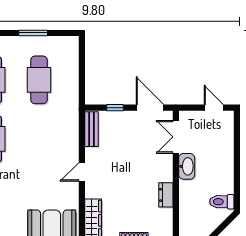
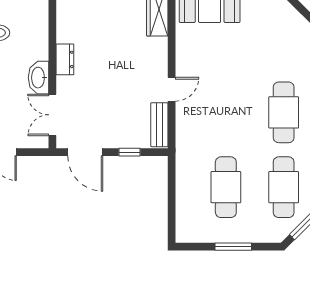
double door: (176, 137) -> (52, 115), swing flipped
door: (82, 172) -> (172, 89), moved
dresser: (166, 195) -> (65, 59), moved

